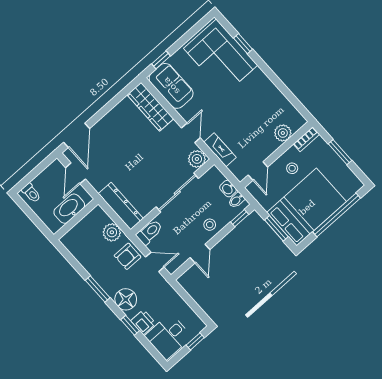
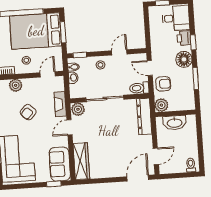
armchair: (247, 115) -> (28, 112), added
washbasin: (69, 209) -> (175, 123), moved
wall: (76, 219) -> (175, 113), moved

